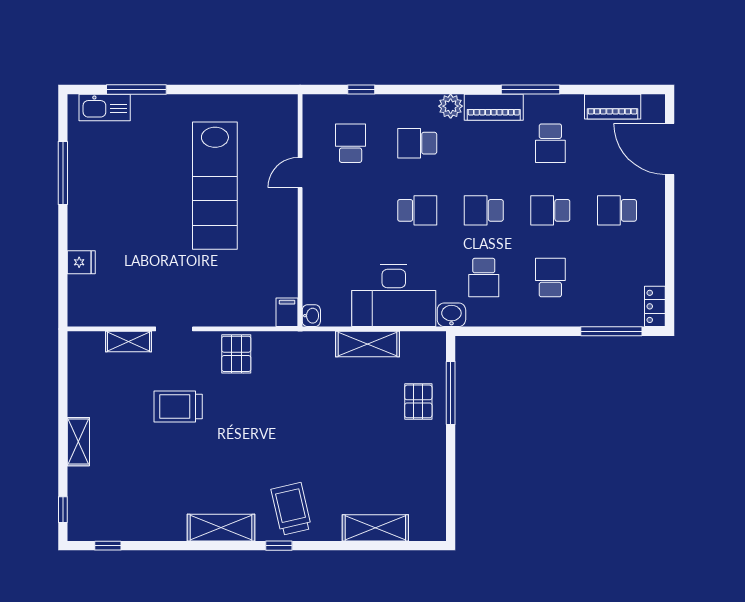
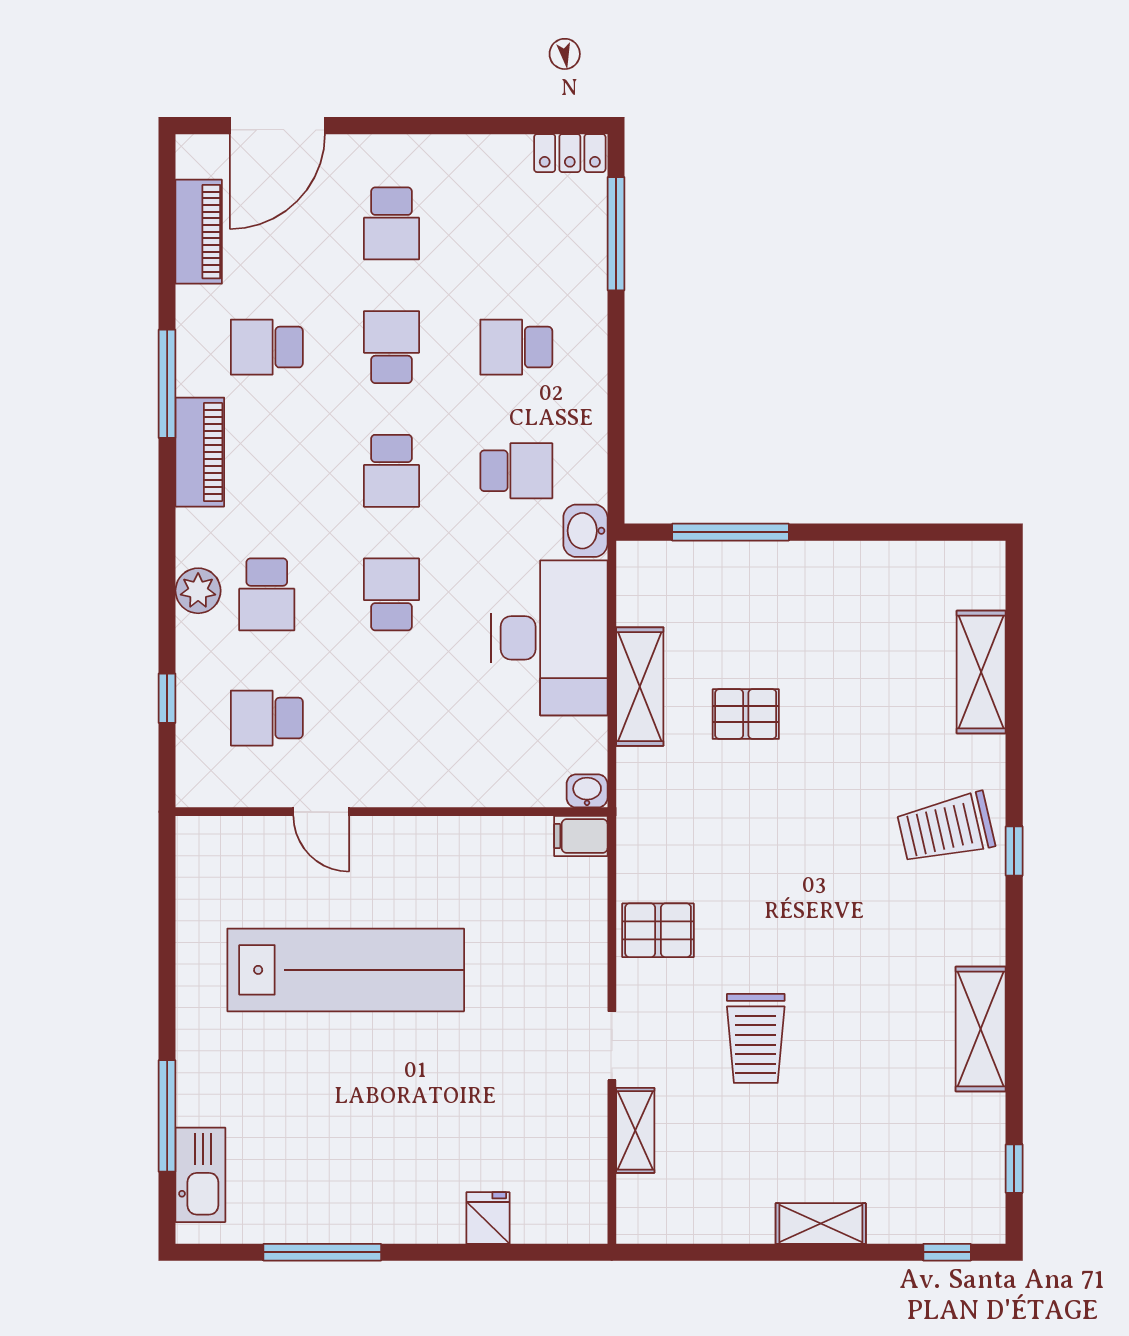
plant: (451, 106) -> (198, 591), moved
school desk: (550, 143) -> (267, 347), turned 180
school desk: (550, 210) -> (392, 347), turned 180
pallet: (418, 401) -> (746, 714), moved
shelving: (221, 528) -> (981, 1029), moved

